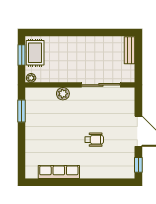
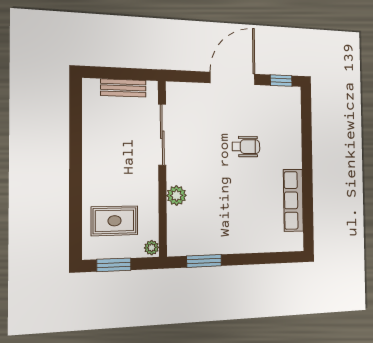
bench: (129, 50) -> (123, 88), moved
rug: (35, 53) -> (115, 221), moved
wheelchair: (94, 140) -> (246, 147), turned 90

